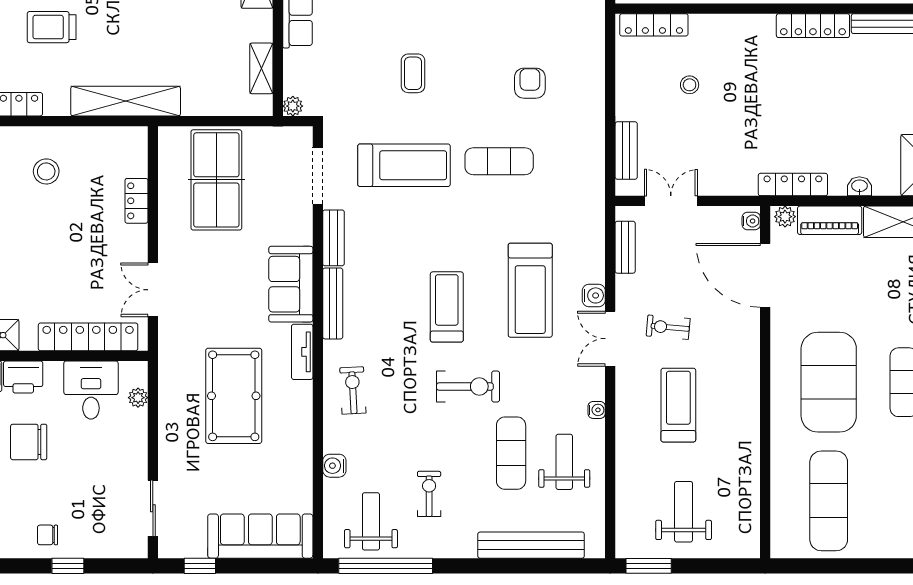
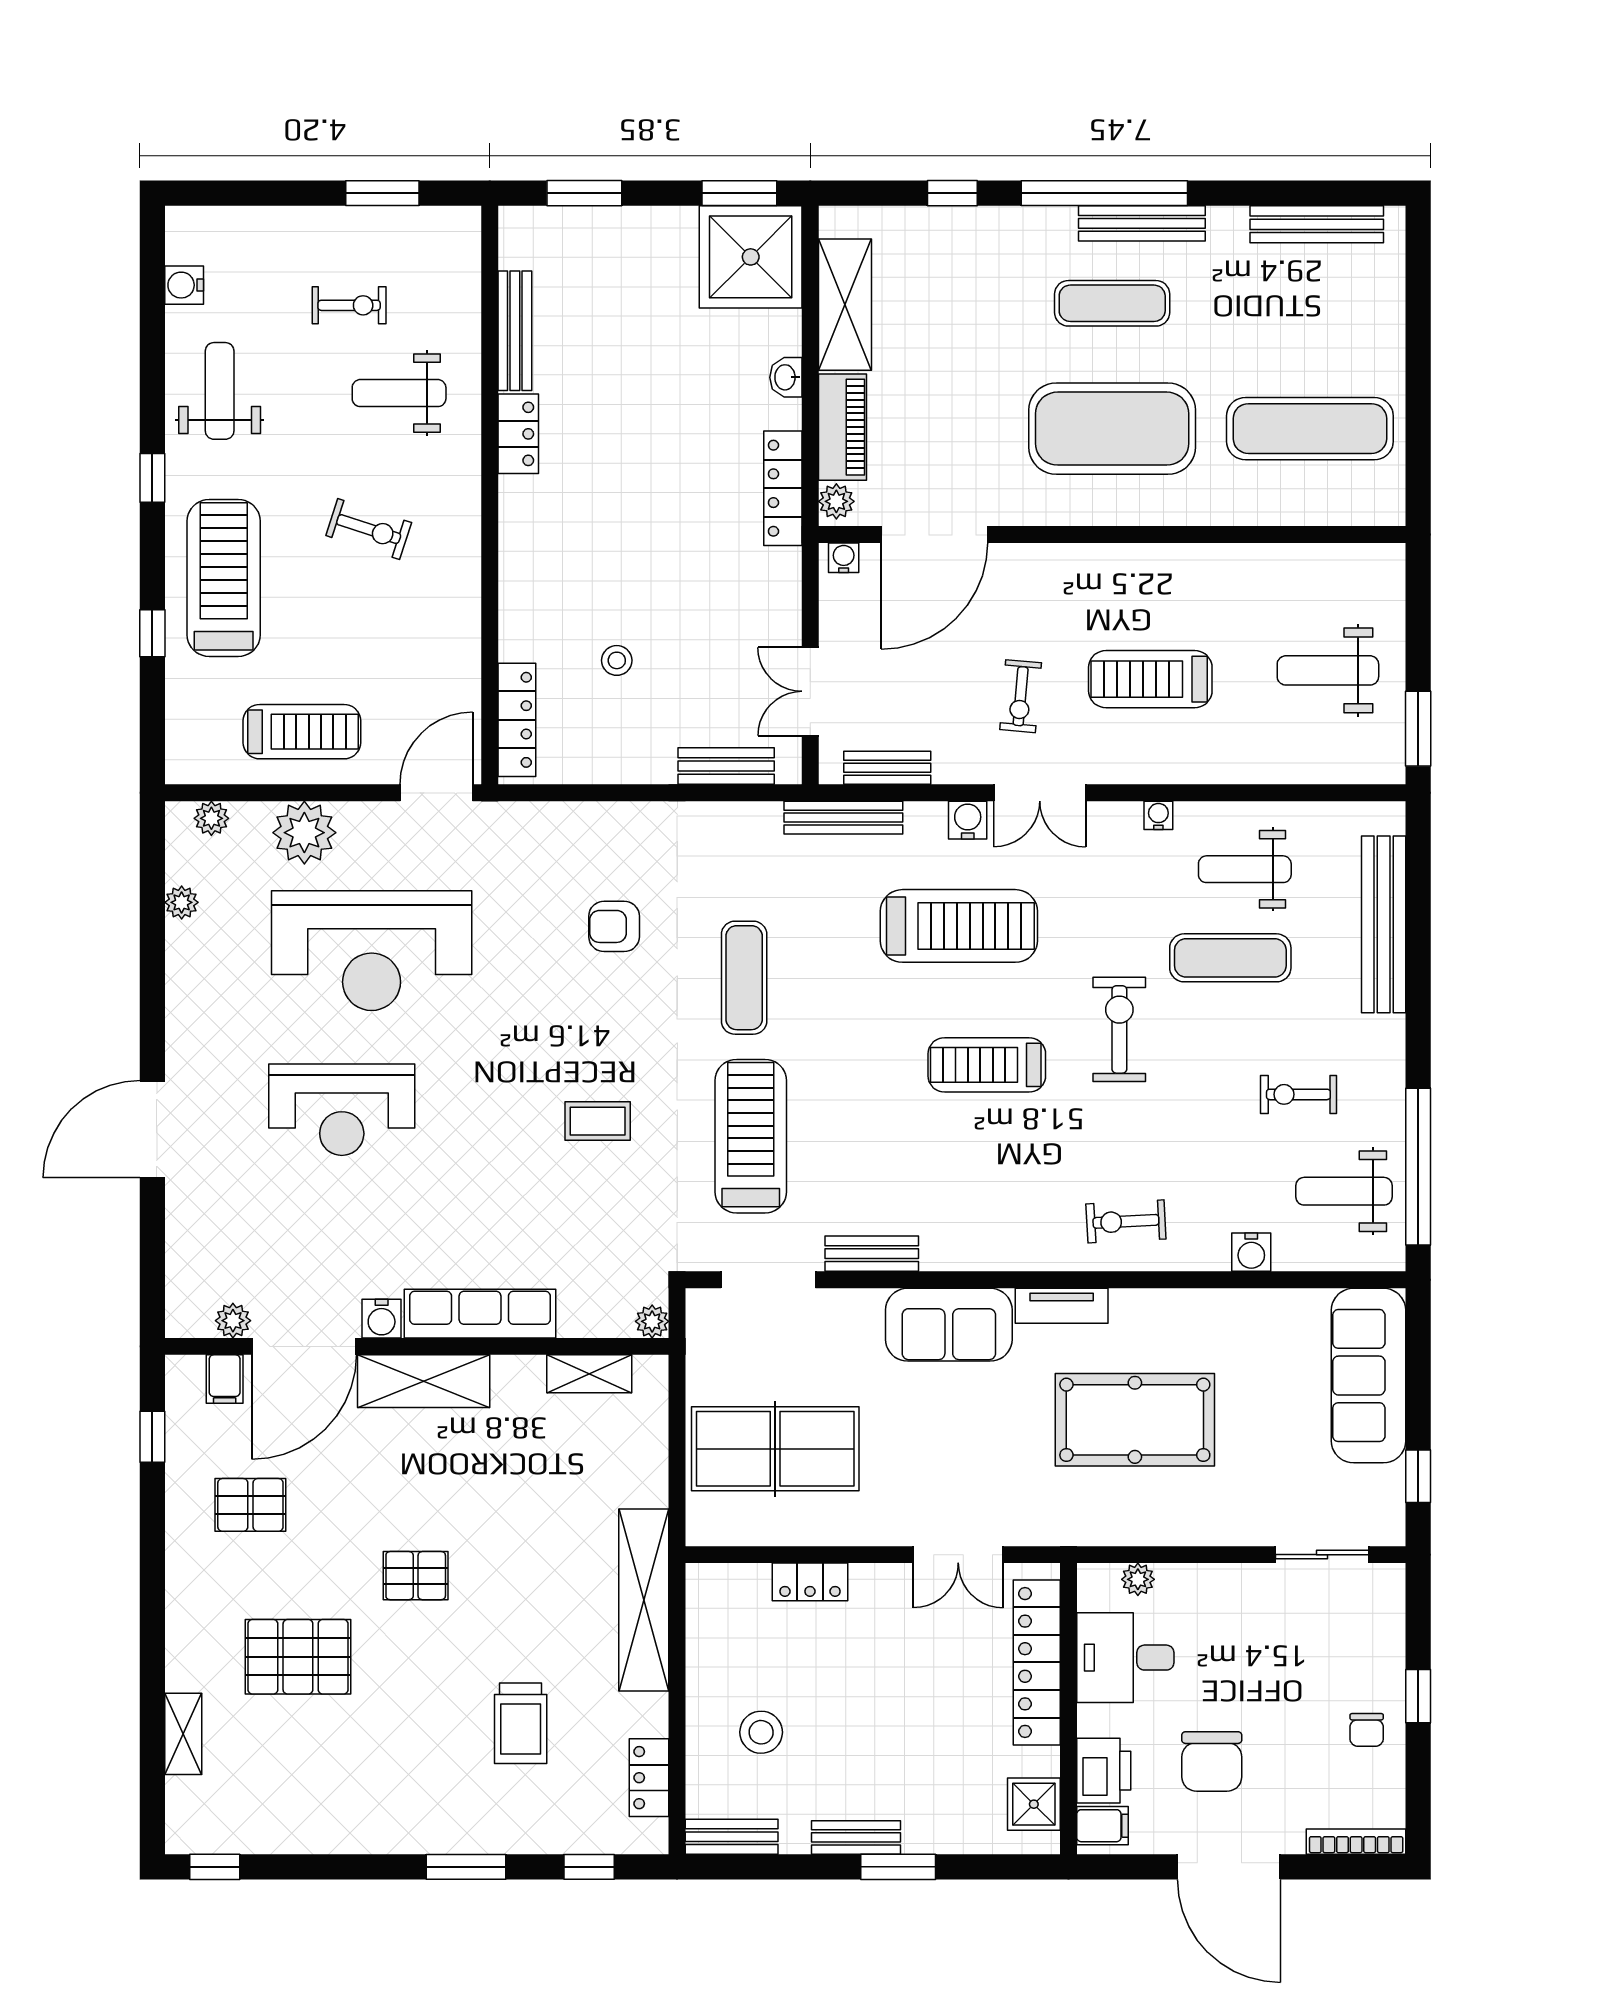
locker: (813, 26) -> (518, 434), width x0.66
bench: (333, 303) -> (843, 818), moved

